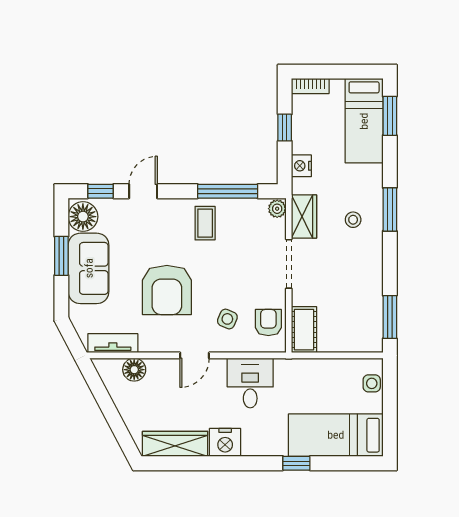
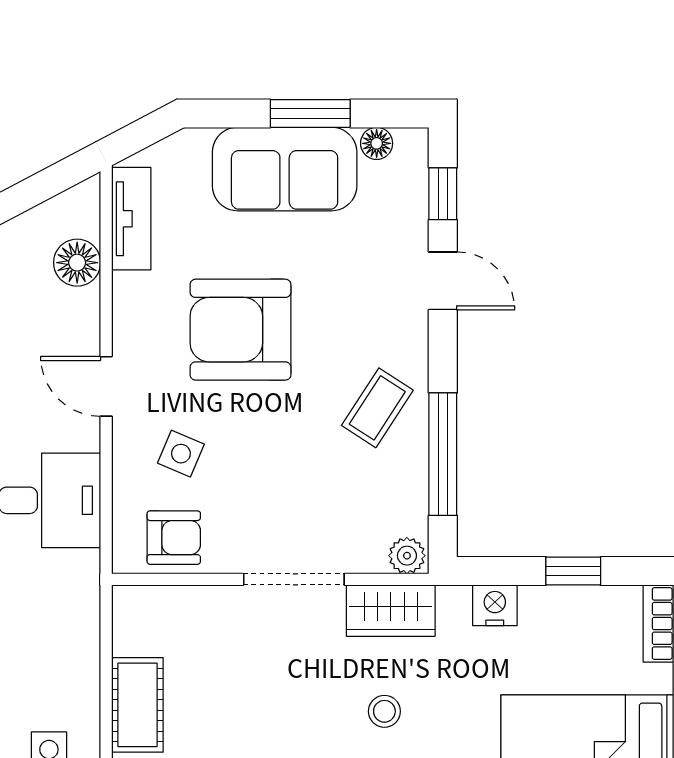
floor lamp: (83, 217) -> (377, 143), width x0.53, depth x0.53
coffee table: (205, 223) -> (377, 408), turned -57
cot: (304, 330) -> (137, 705), moved, turned 90

